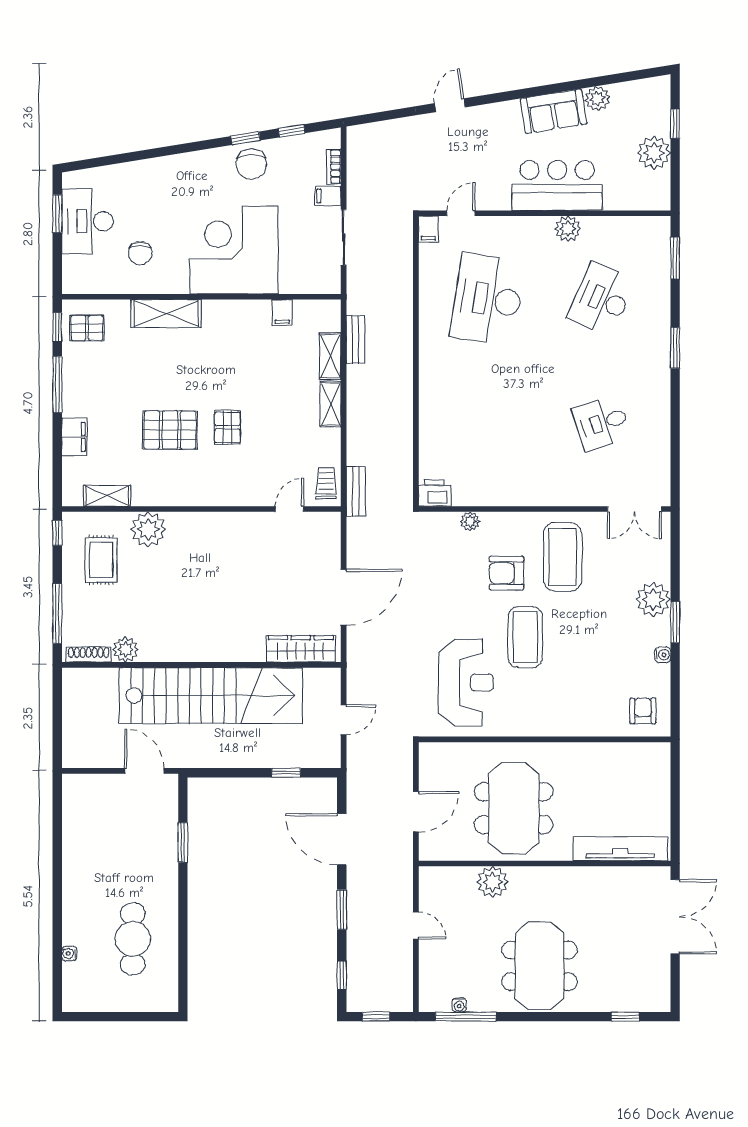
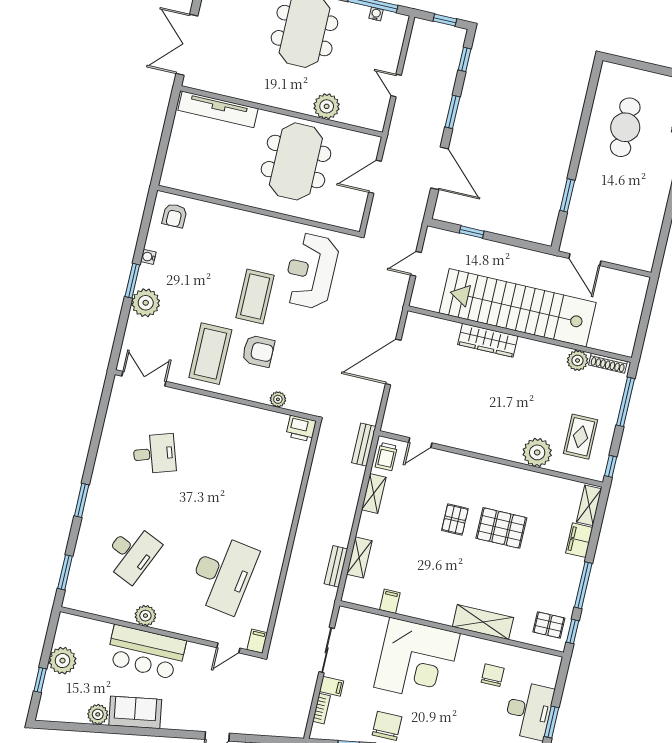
shelving: (331, 404) -> (374, 494), moved
shelving: (107, 496) -> (589, 505), moved, turned 90
wardrobe: (301, 649) -> (488, 340), moved

